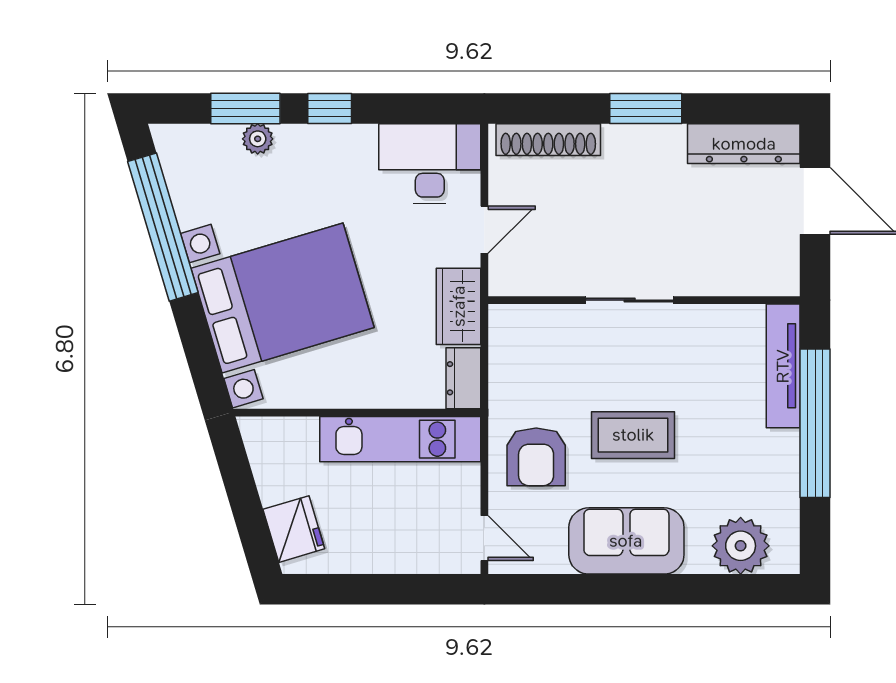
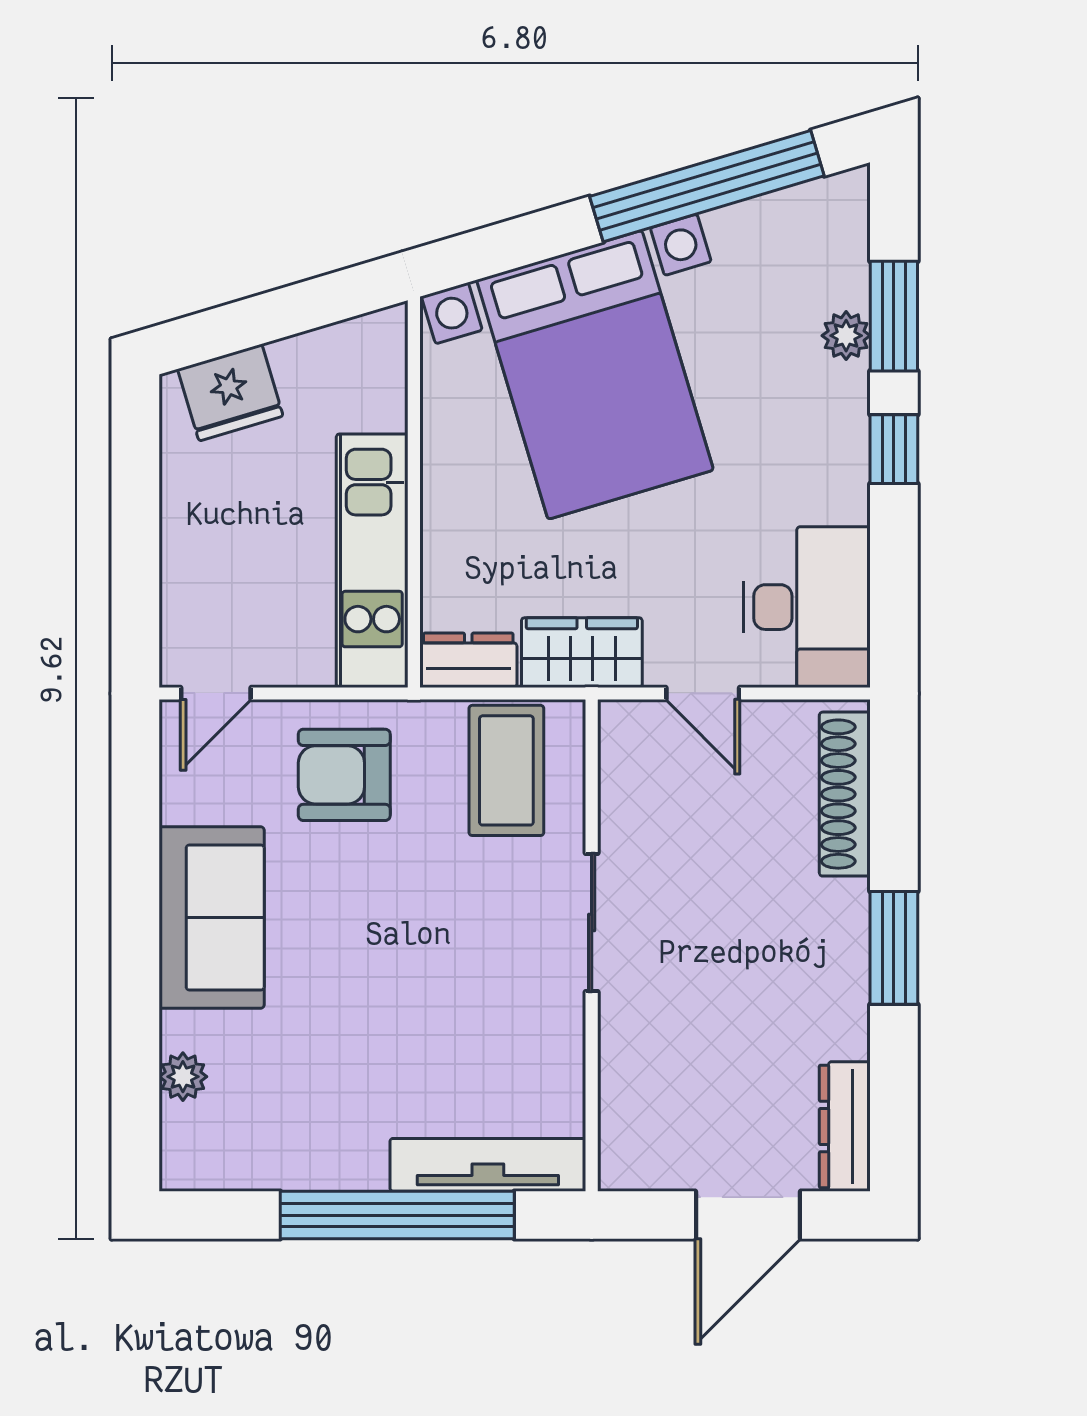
dresser: (744, 144) -> (845, 1126), width x0.73, depth x0.80
coffee table: (633, 435) -> (506, 770), moved
plant: (741, 546) -> (183, 1077), width x0.53, depth x0.53

